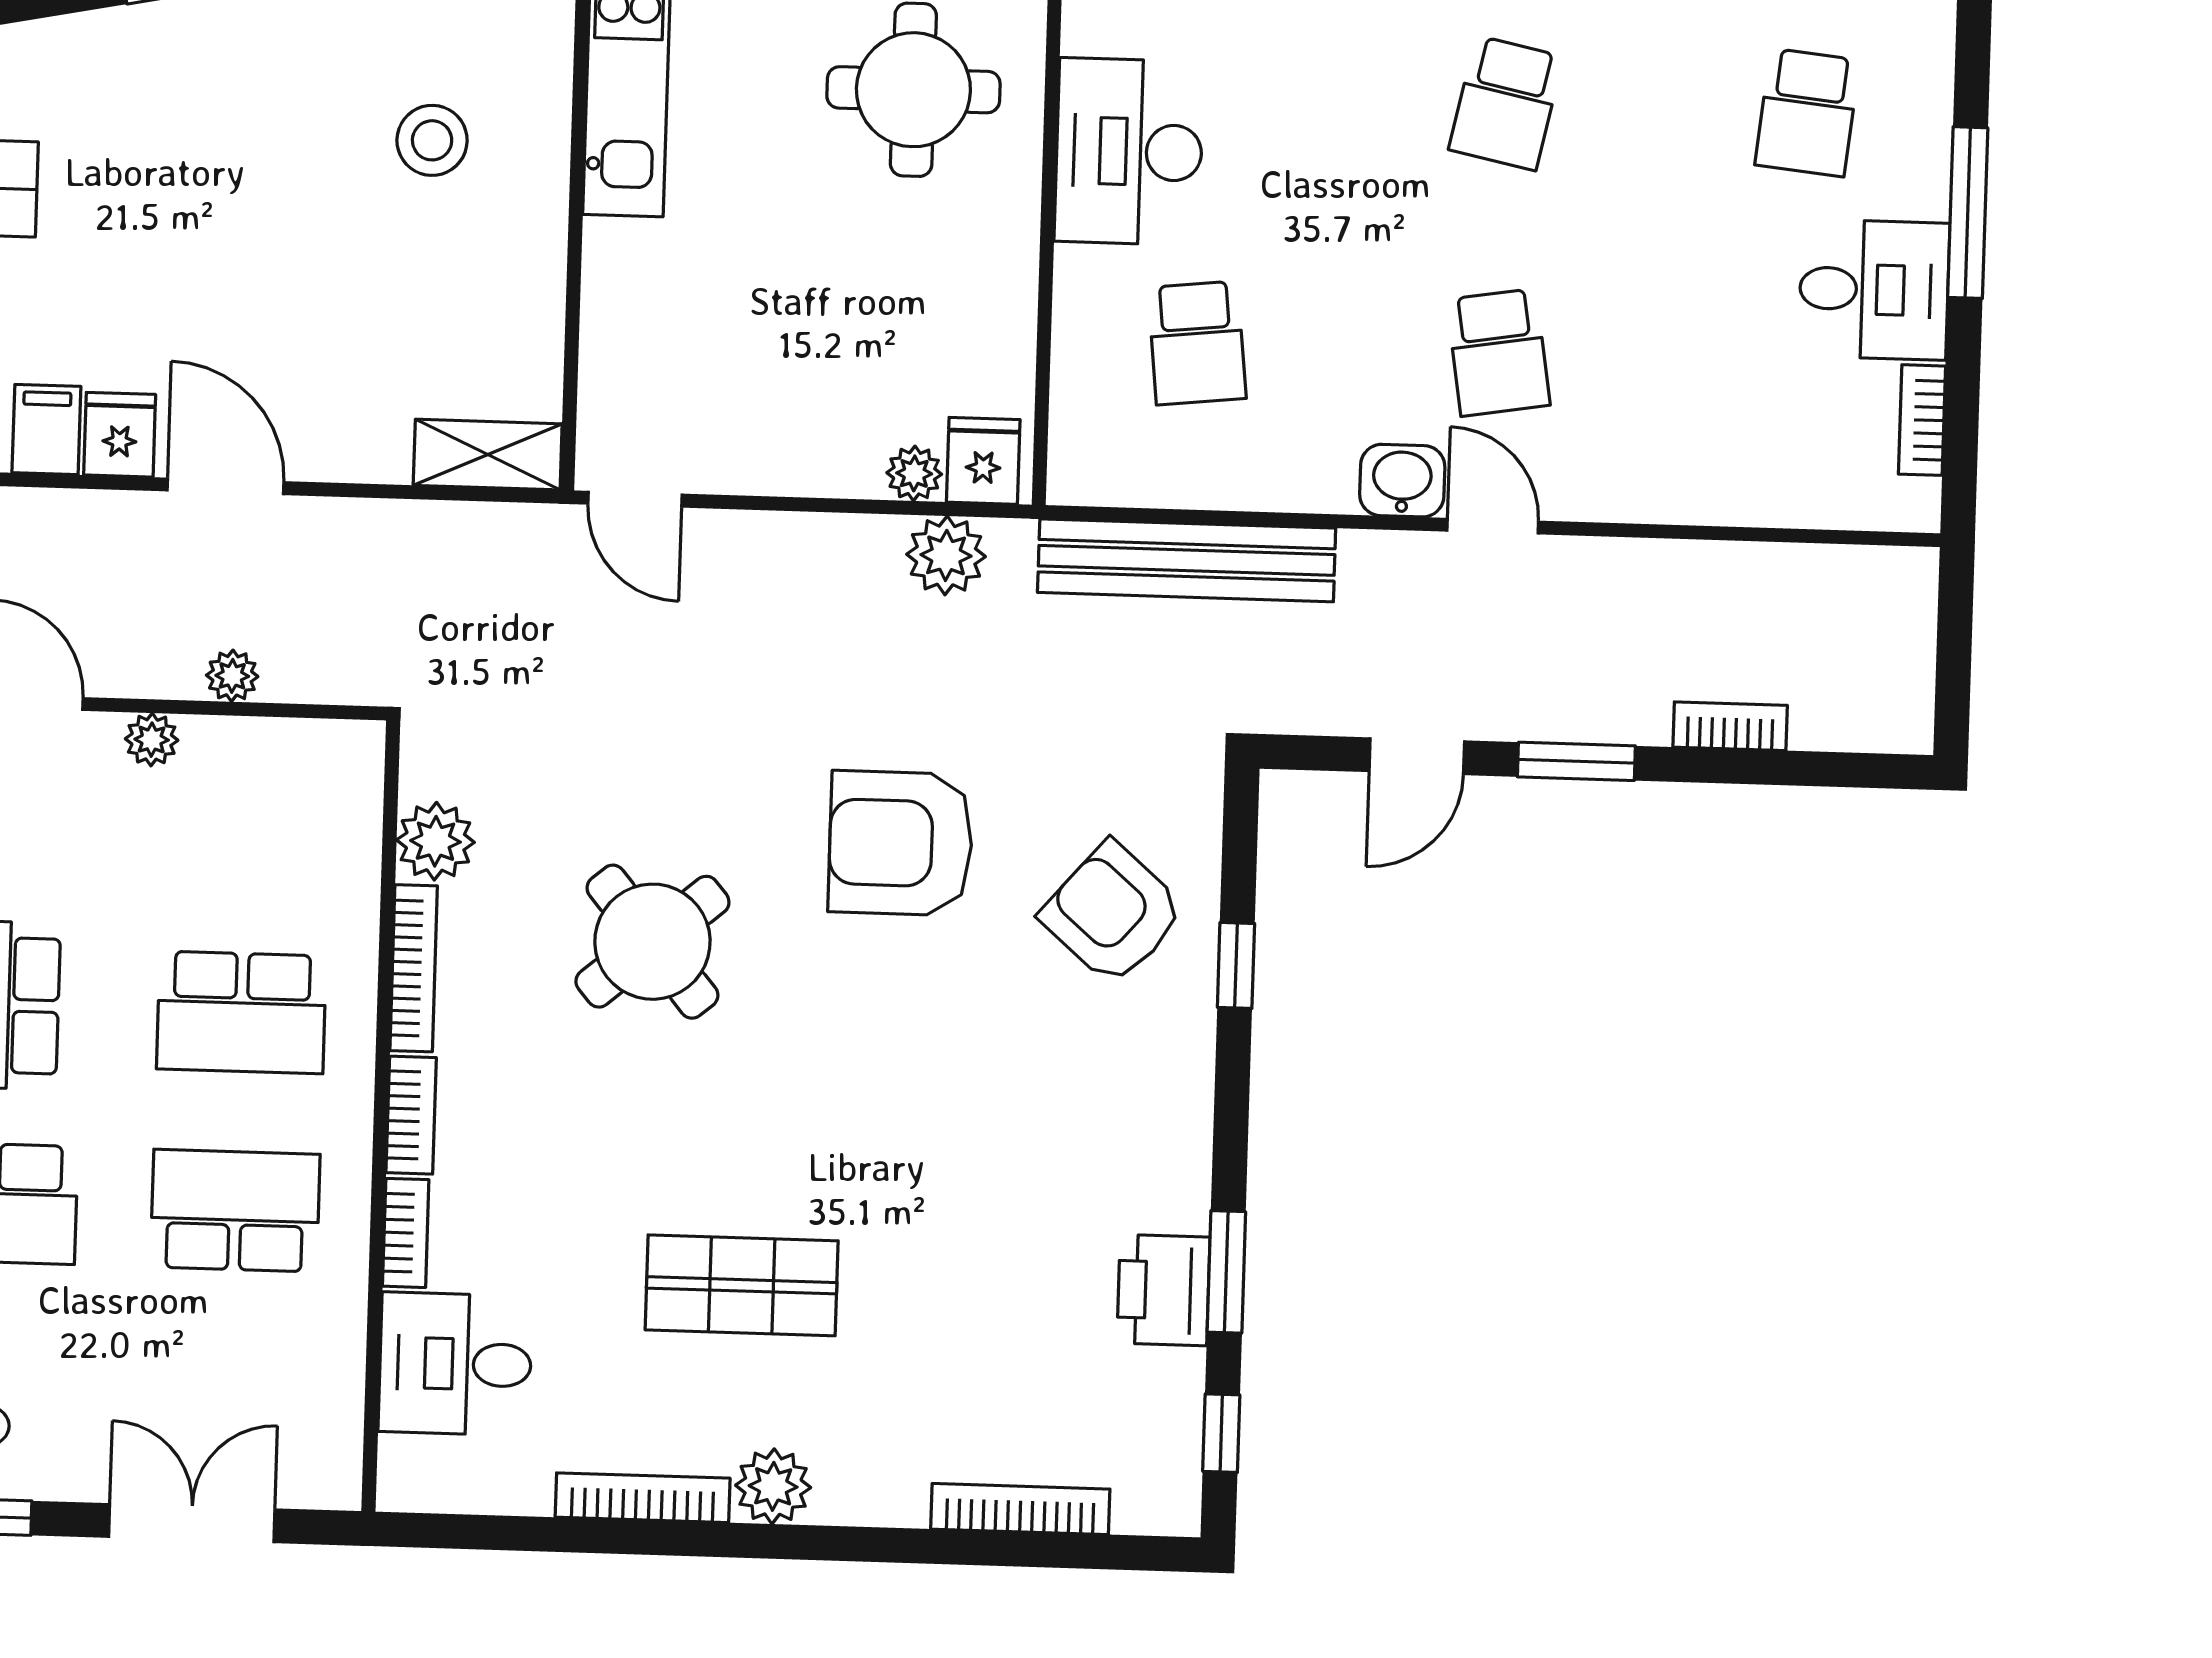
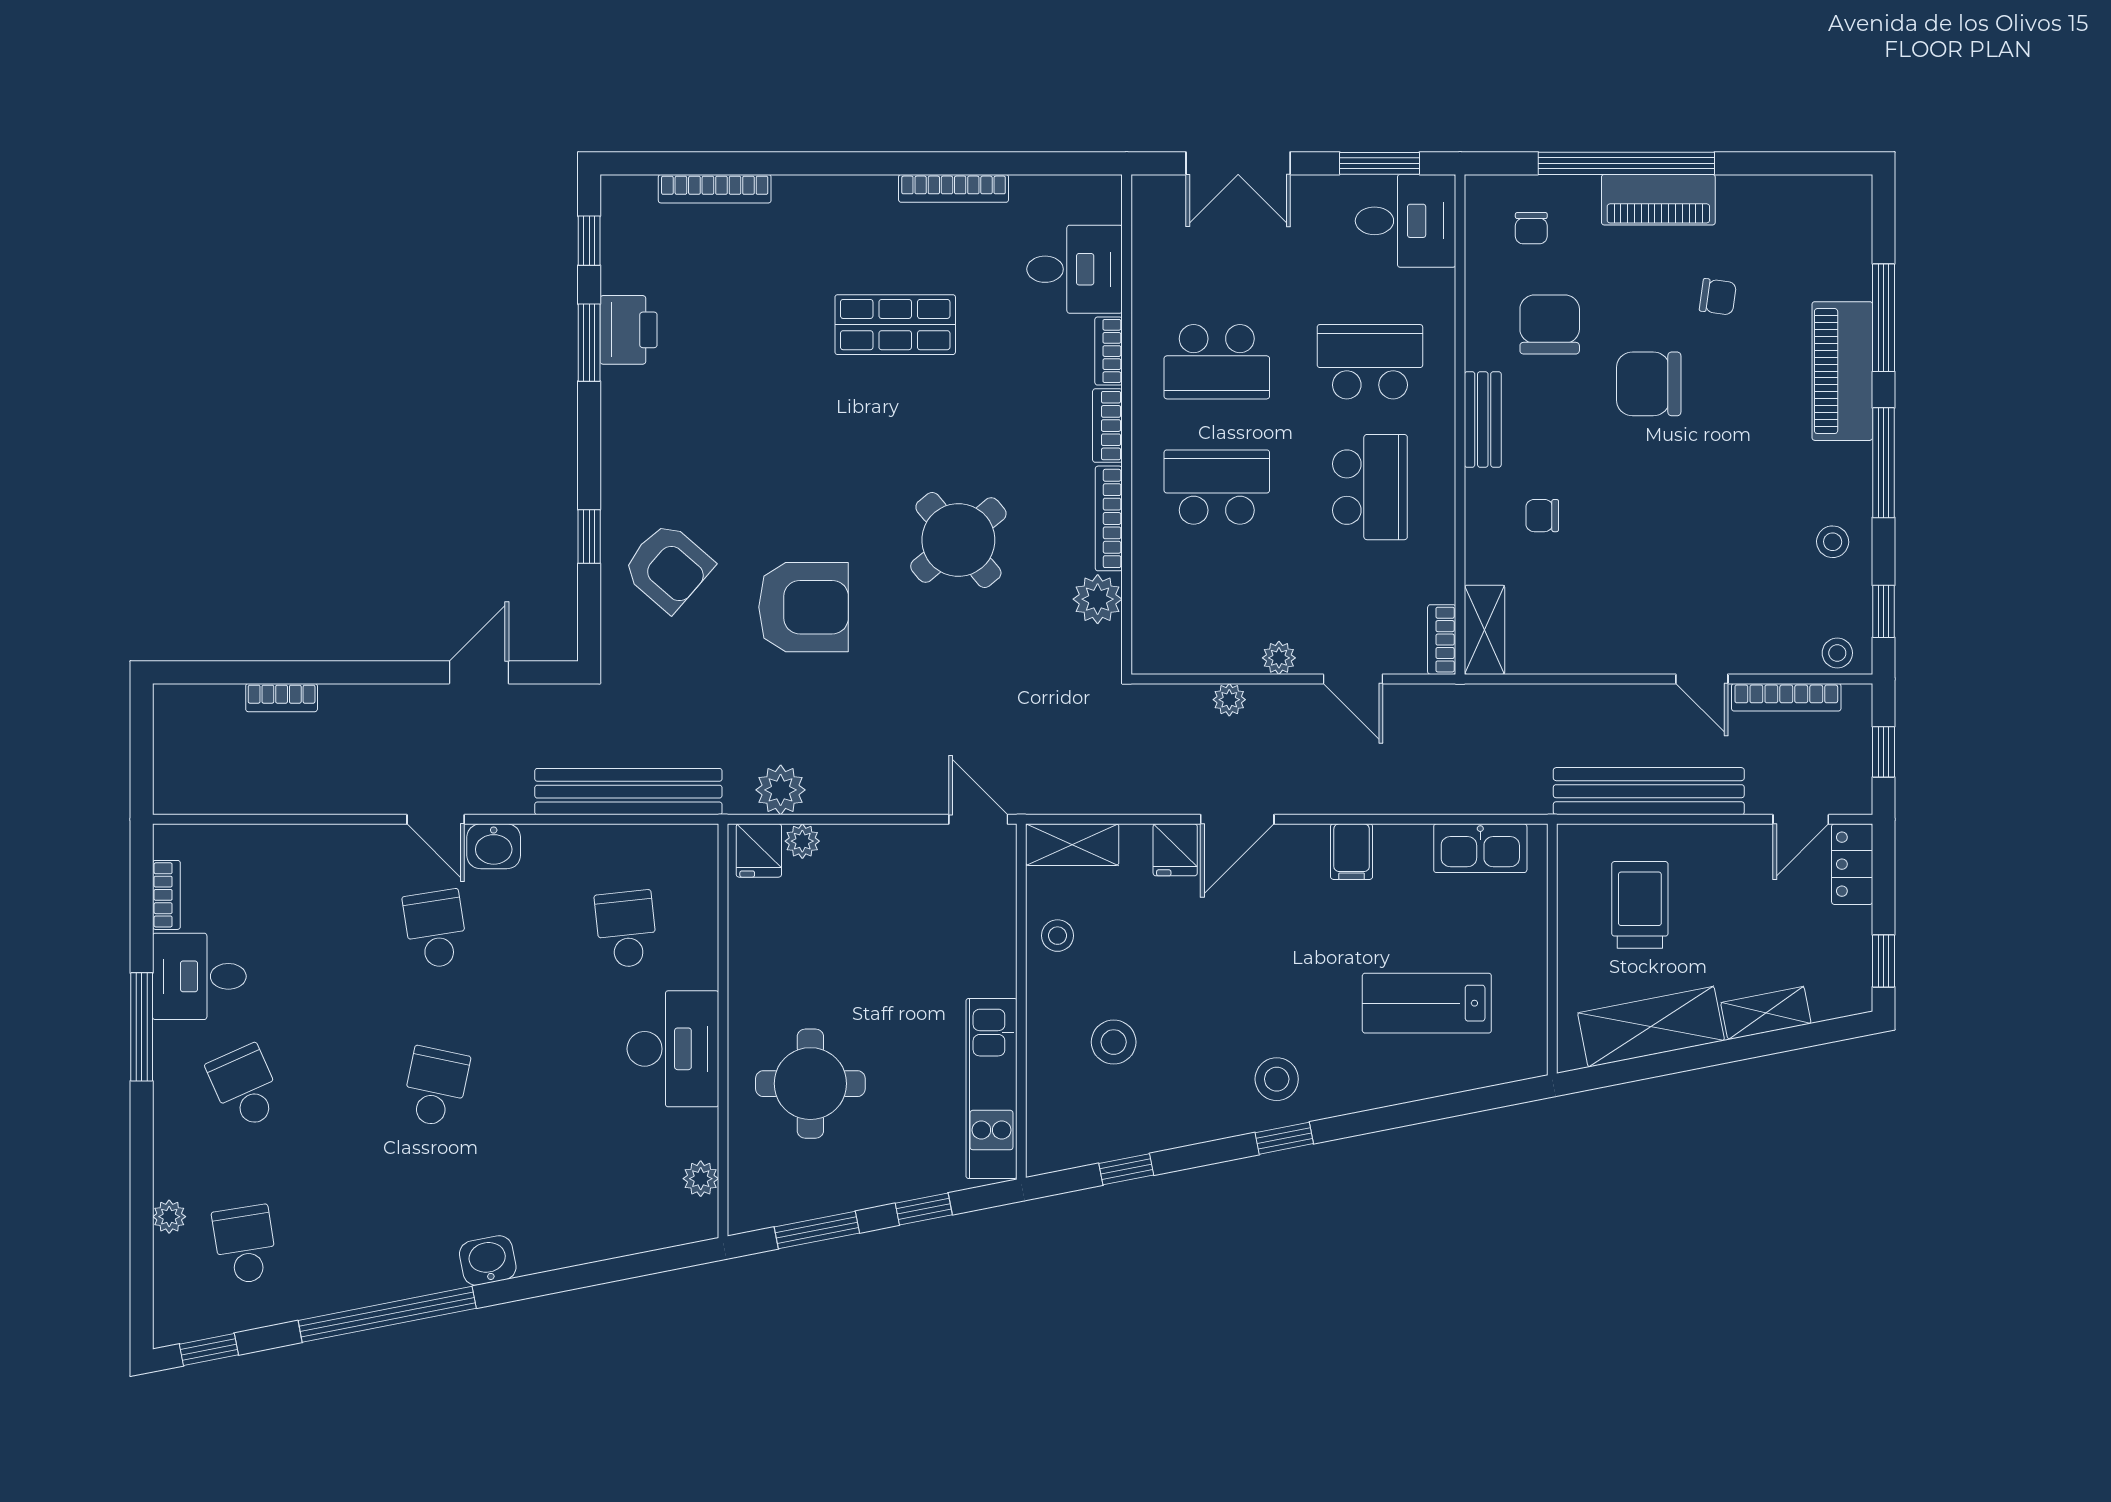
stool: (176, 74) -> (1277, 1079), added
school desk: (1807, 113) -> (245, 1087), turned -30
stool: (515, 311) -> (1058, 936), added
fridge: (120, 435) -> (1175, 850), moved
door: (225, 486) -> (1237, 819), hinge flipped
window: (1576, 761) -> (378, 672), removed
plant: (773, 1486) -> (871, 198), removed

